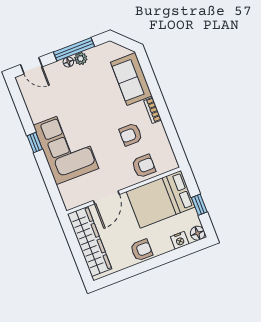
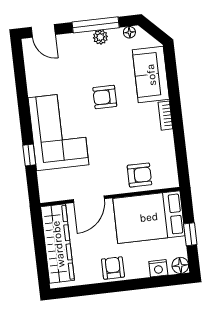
floor lamp: (68, 62) -> (129, 32), moved
armchair: (131, 135) -> (105, 97), moved
window: (35, 143) -> (29, 155), moved
armchair: (142, 250) -> (113, 268), turned -90

